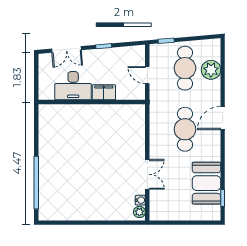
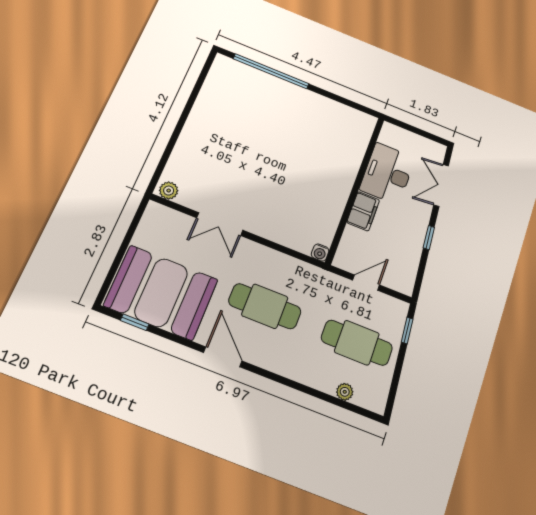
plant: (211, 70) -> (345, 392), width x0.53, depth x0.53
door: (223, 118) -> (223, 357), moved
booth: (206, 183) -> (161, 293), width x1.36, depth x1.42
water cooler: (140, 200) -> (320, 253), moved

